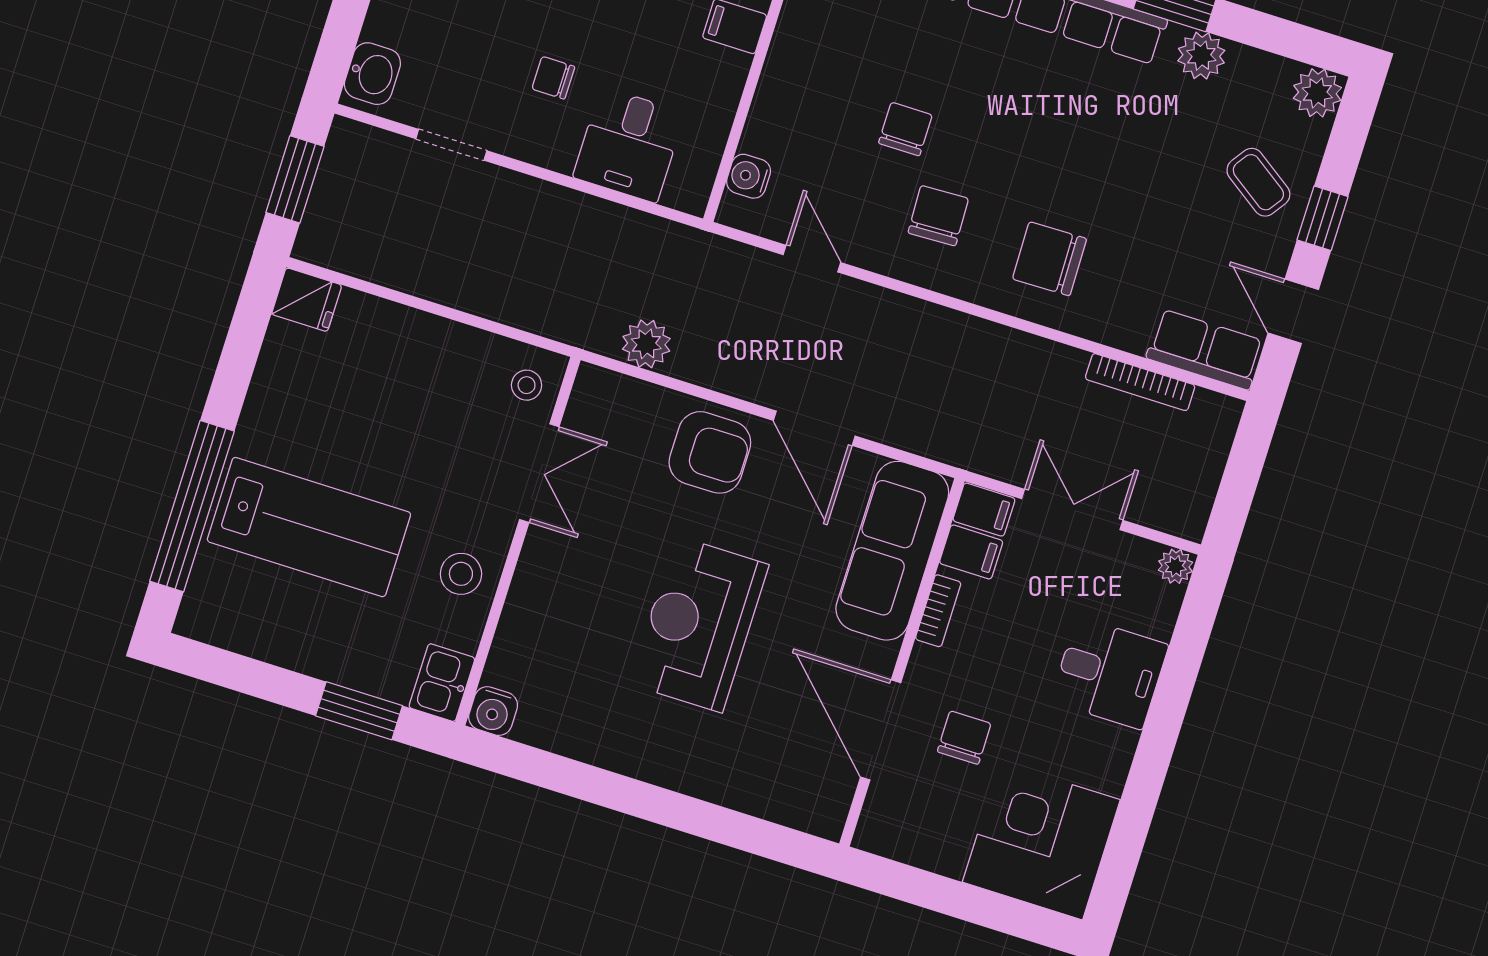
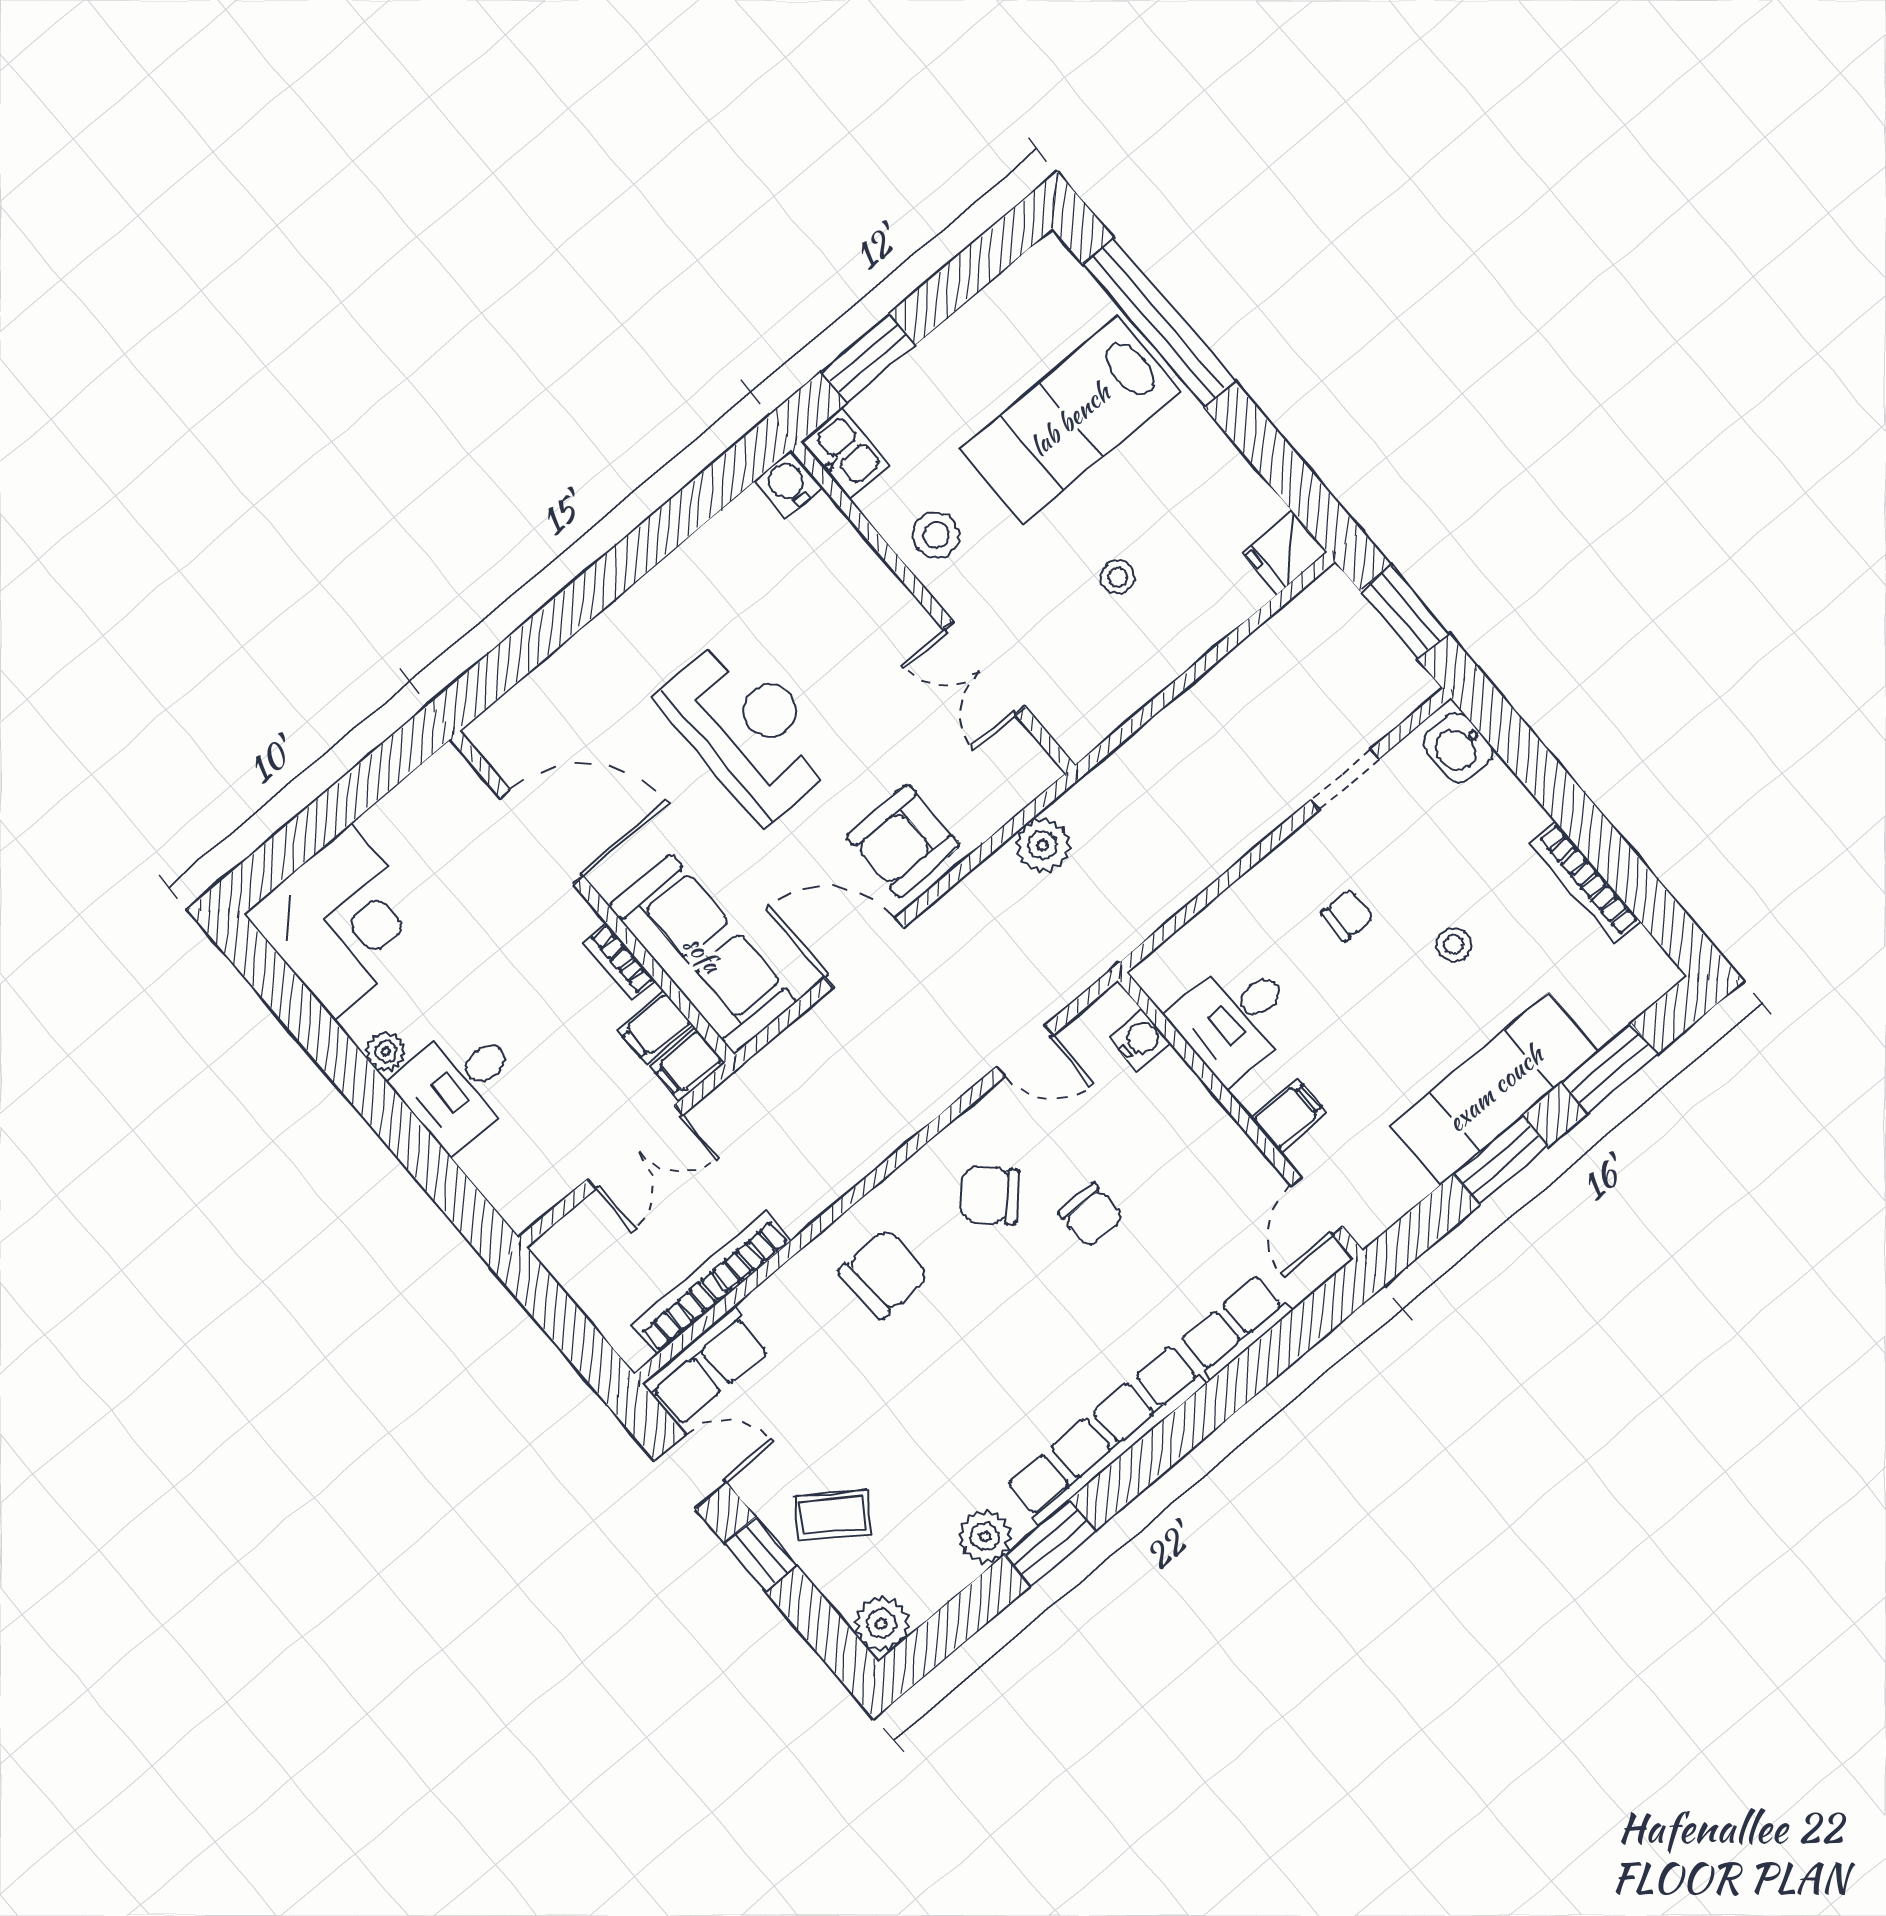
desk: (629, 145) -> (1235, 1018), moved, turned -90
chair: (938, 216) -> (990, 1195), turned 136
bookcase: (1140, 382) -> (712, 1282), width x1.48, depth x1.31
stool: (527, 385) -> (1118, 577), moved
plant: (1176, 566) -> (386, 1051), moved
chair: (964, 738) -> (485, 911), removed

